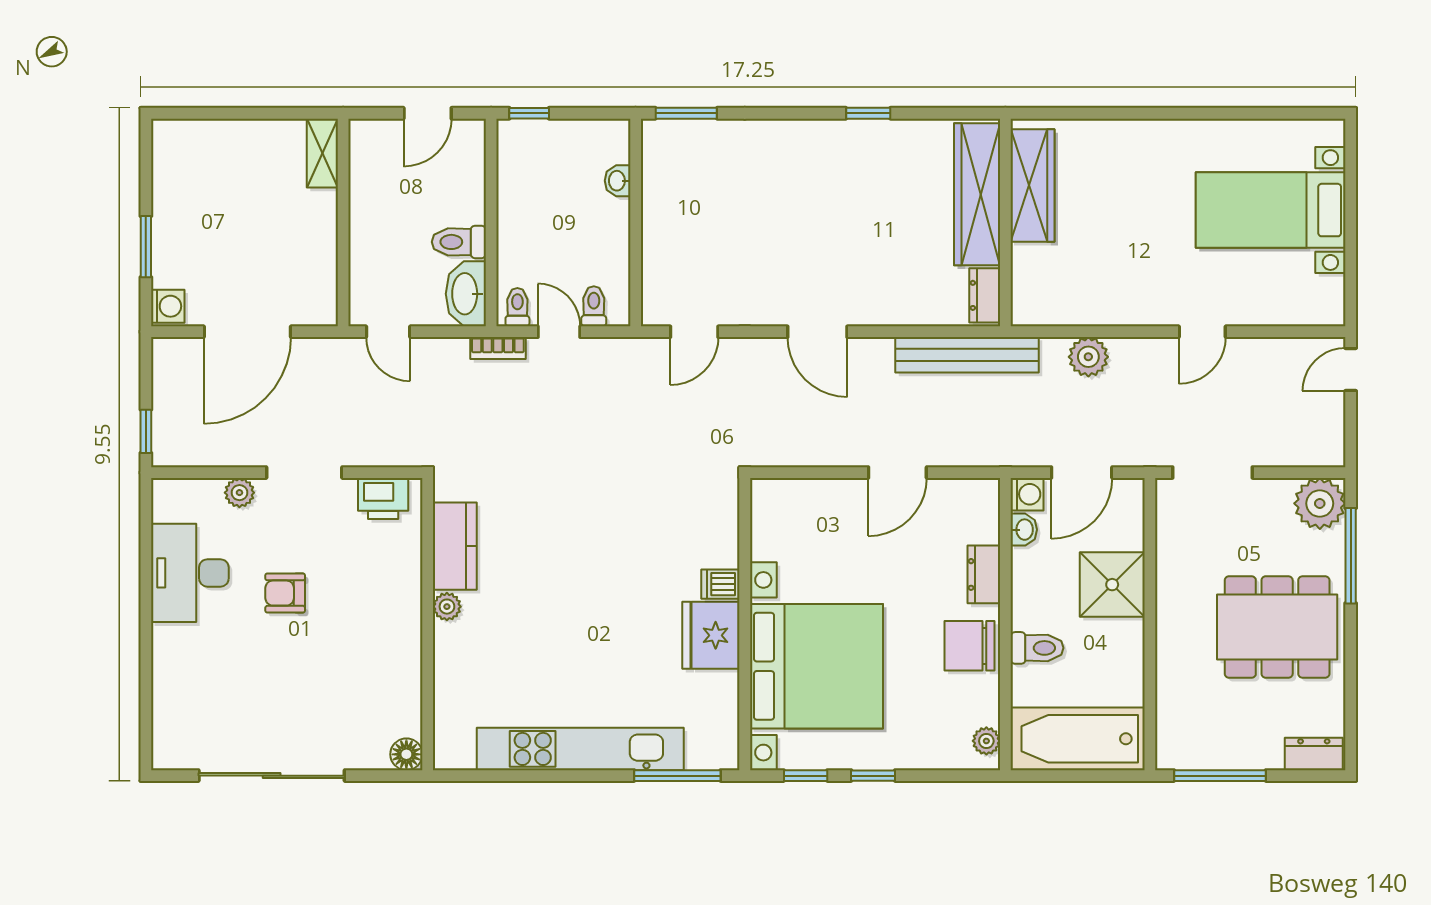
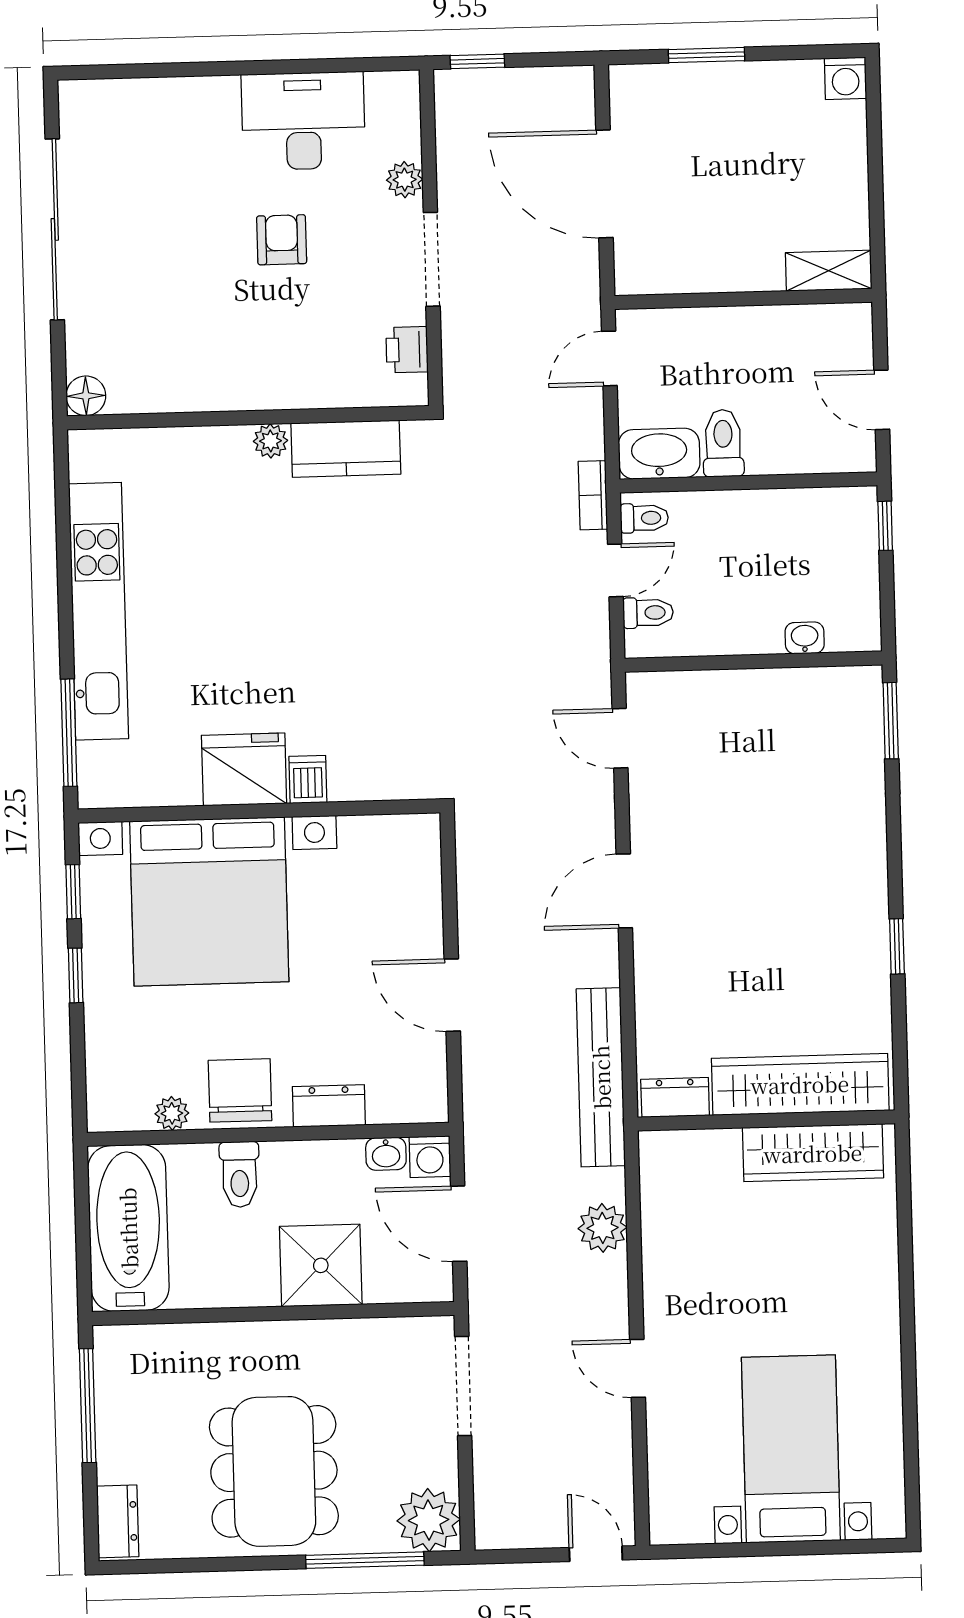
washing machine: (168, 306) -> (846, 78), moved
printer: (383, 499) -> (407, 350), width x0.73, depth x0.81
plant: (986, 741) -> (172, 1113), moved

